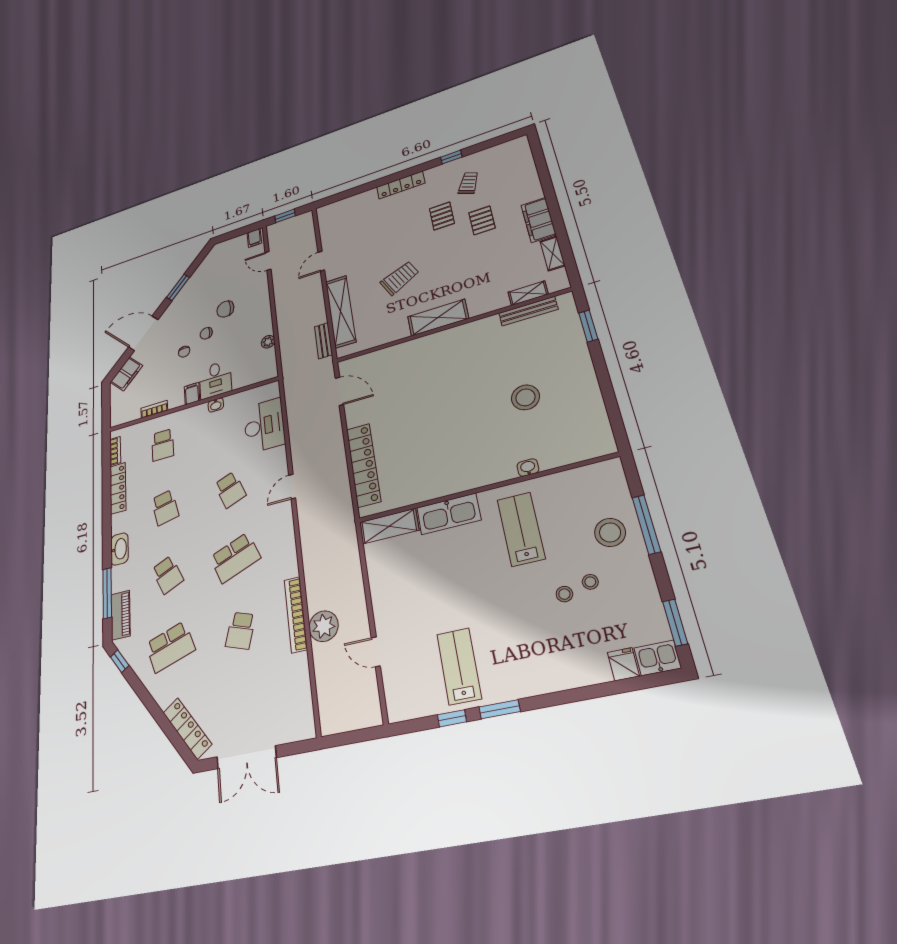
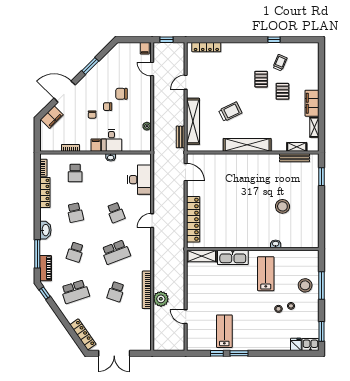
locker: (401, 185) -> (206, 47), moved
shelving: (438, 318) -> (247, 145), width x1.47
school desk: (168, 575) -> (75, 252), turned 42

